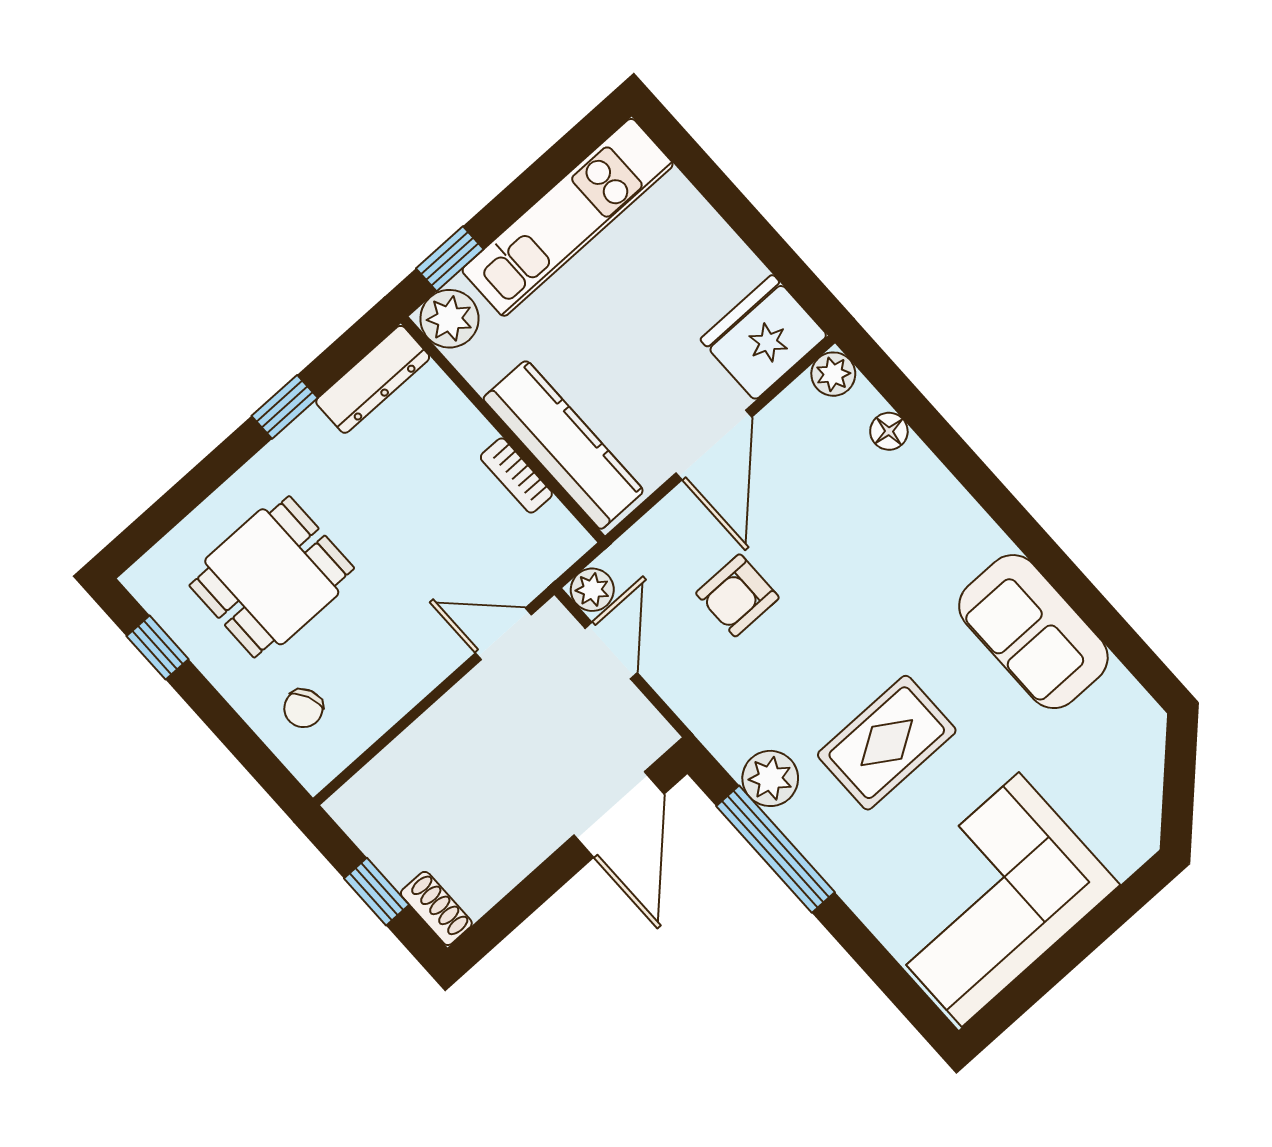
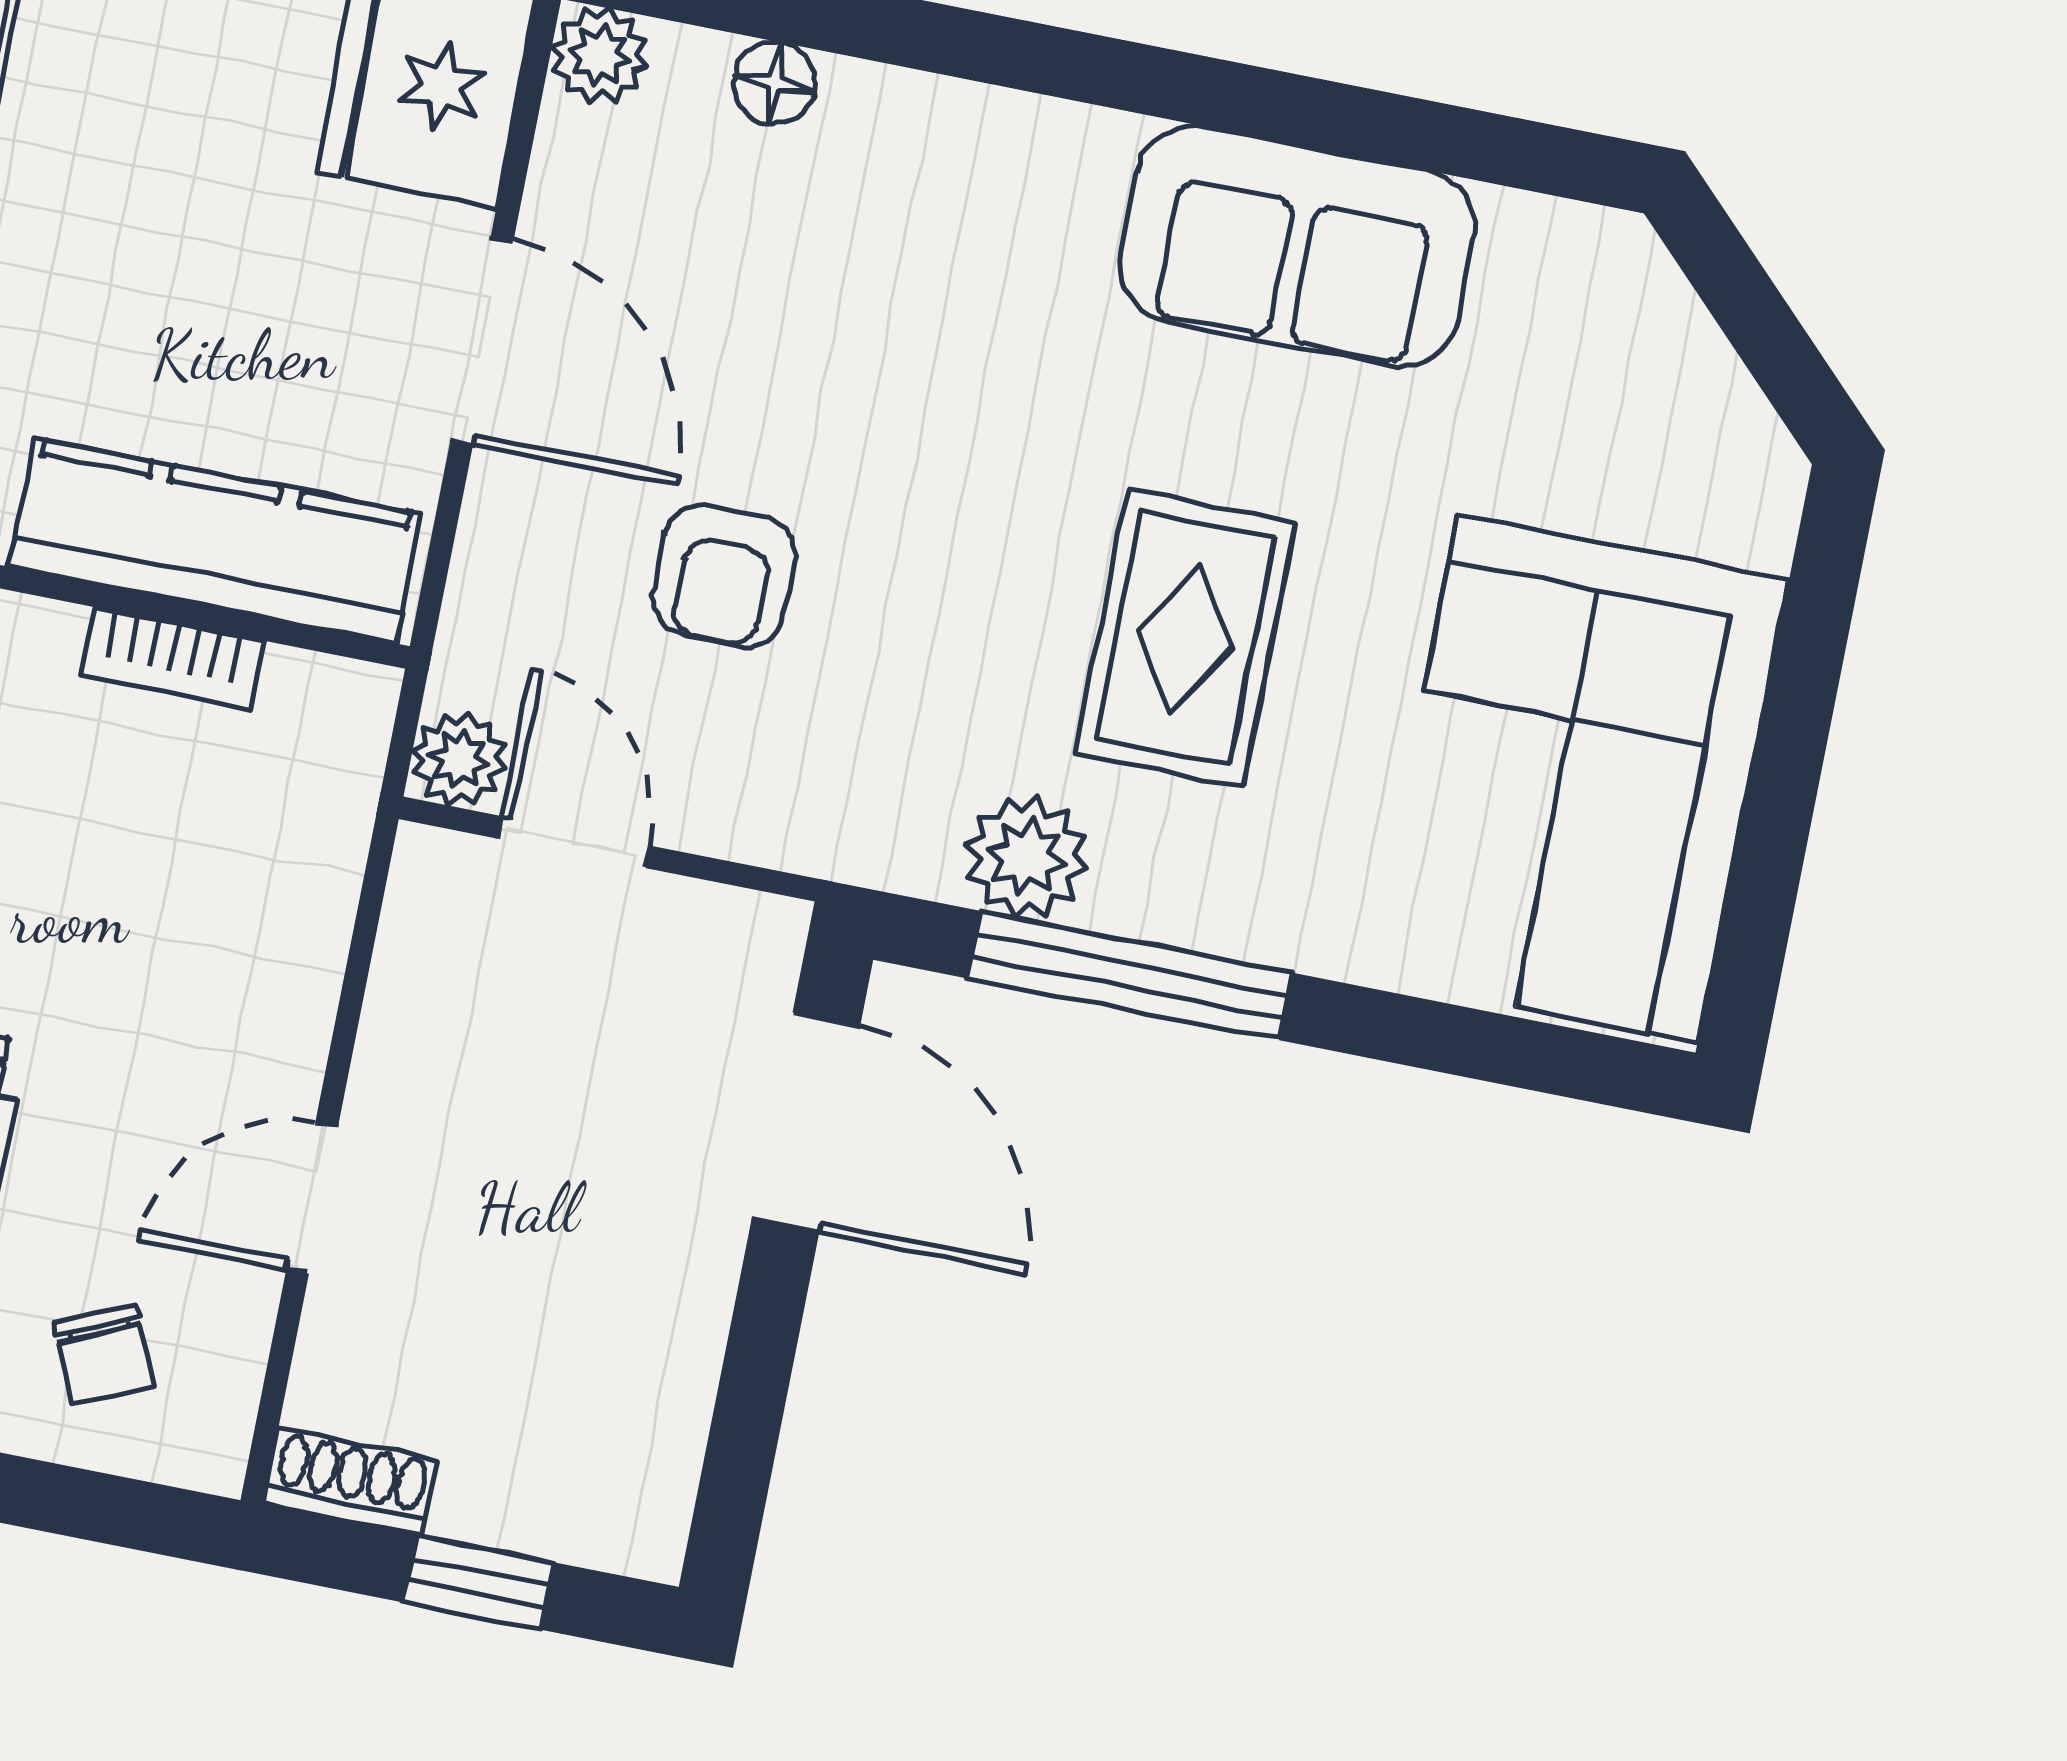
door: (503, 634) -> (312, 1198), moved
shoe rack: (436, 908) -> (350, 1482), moved

